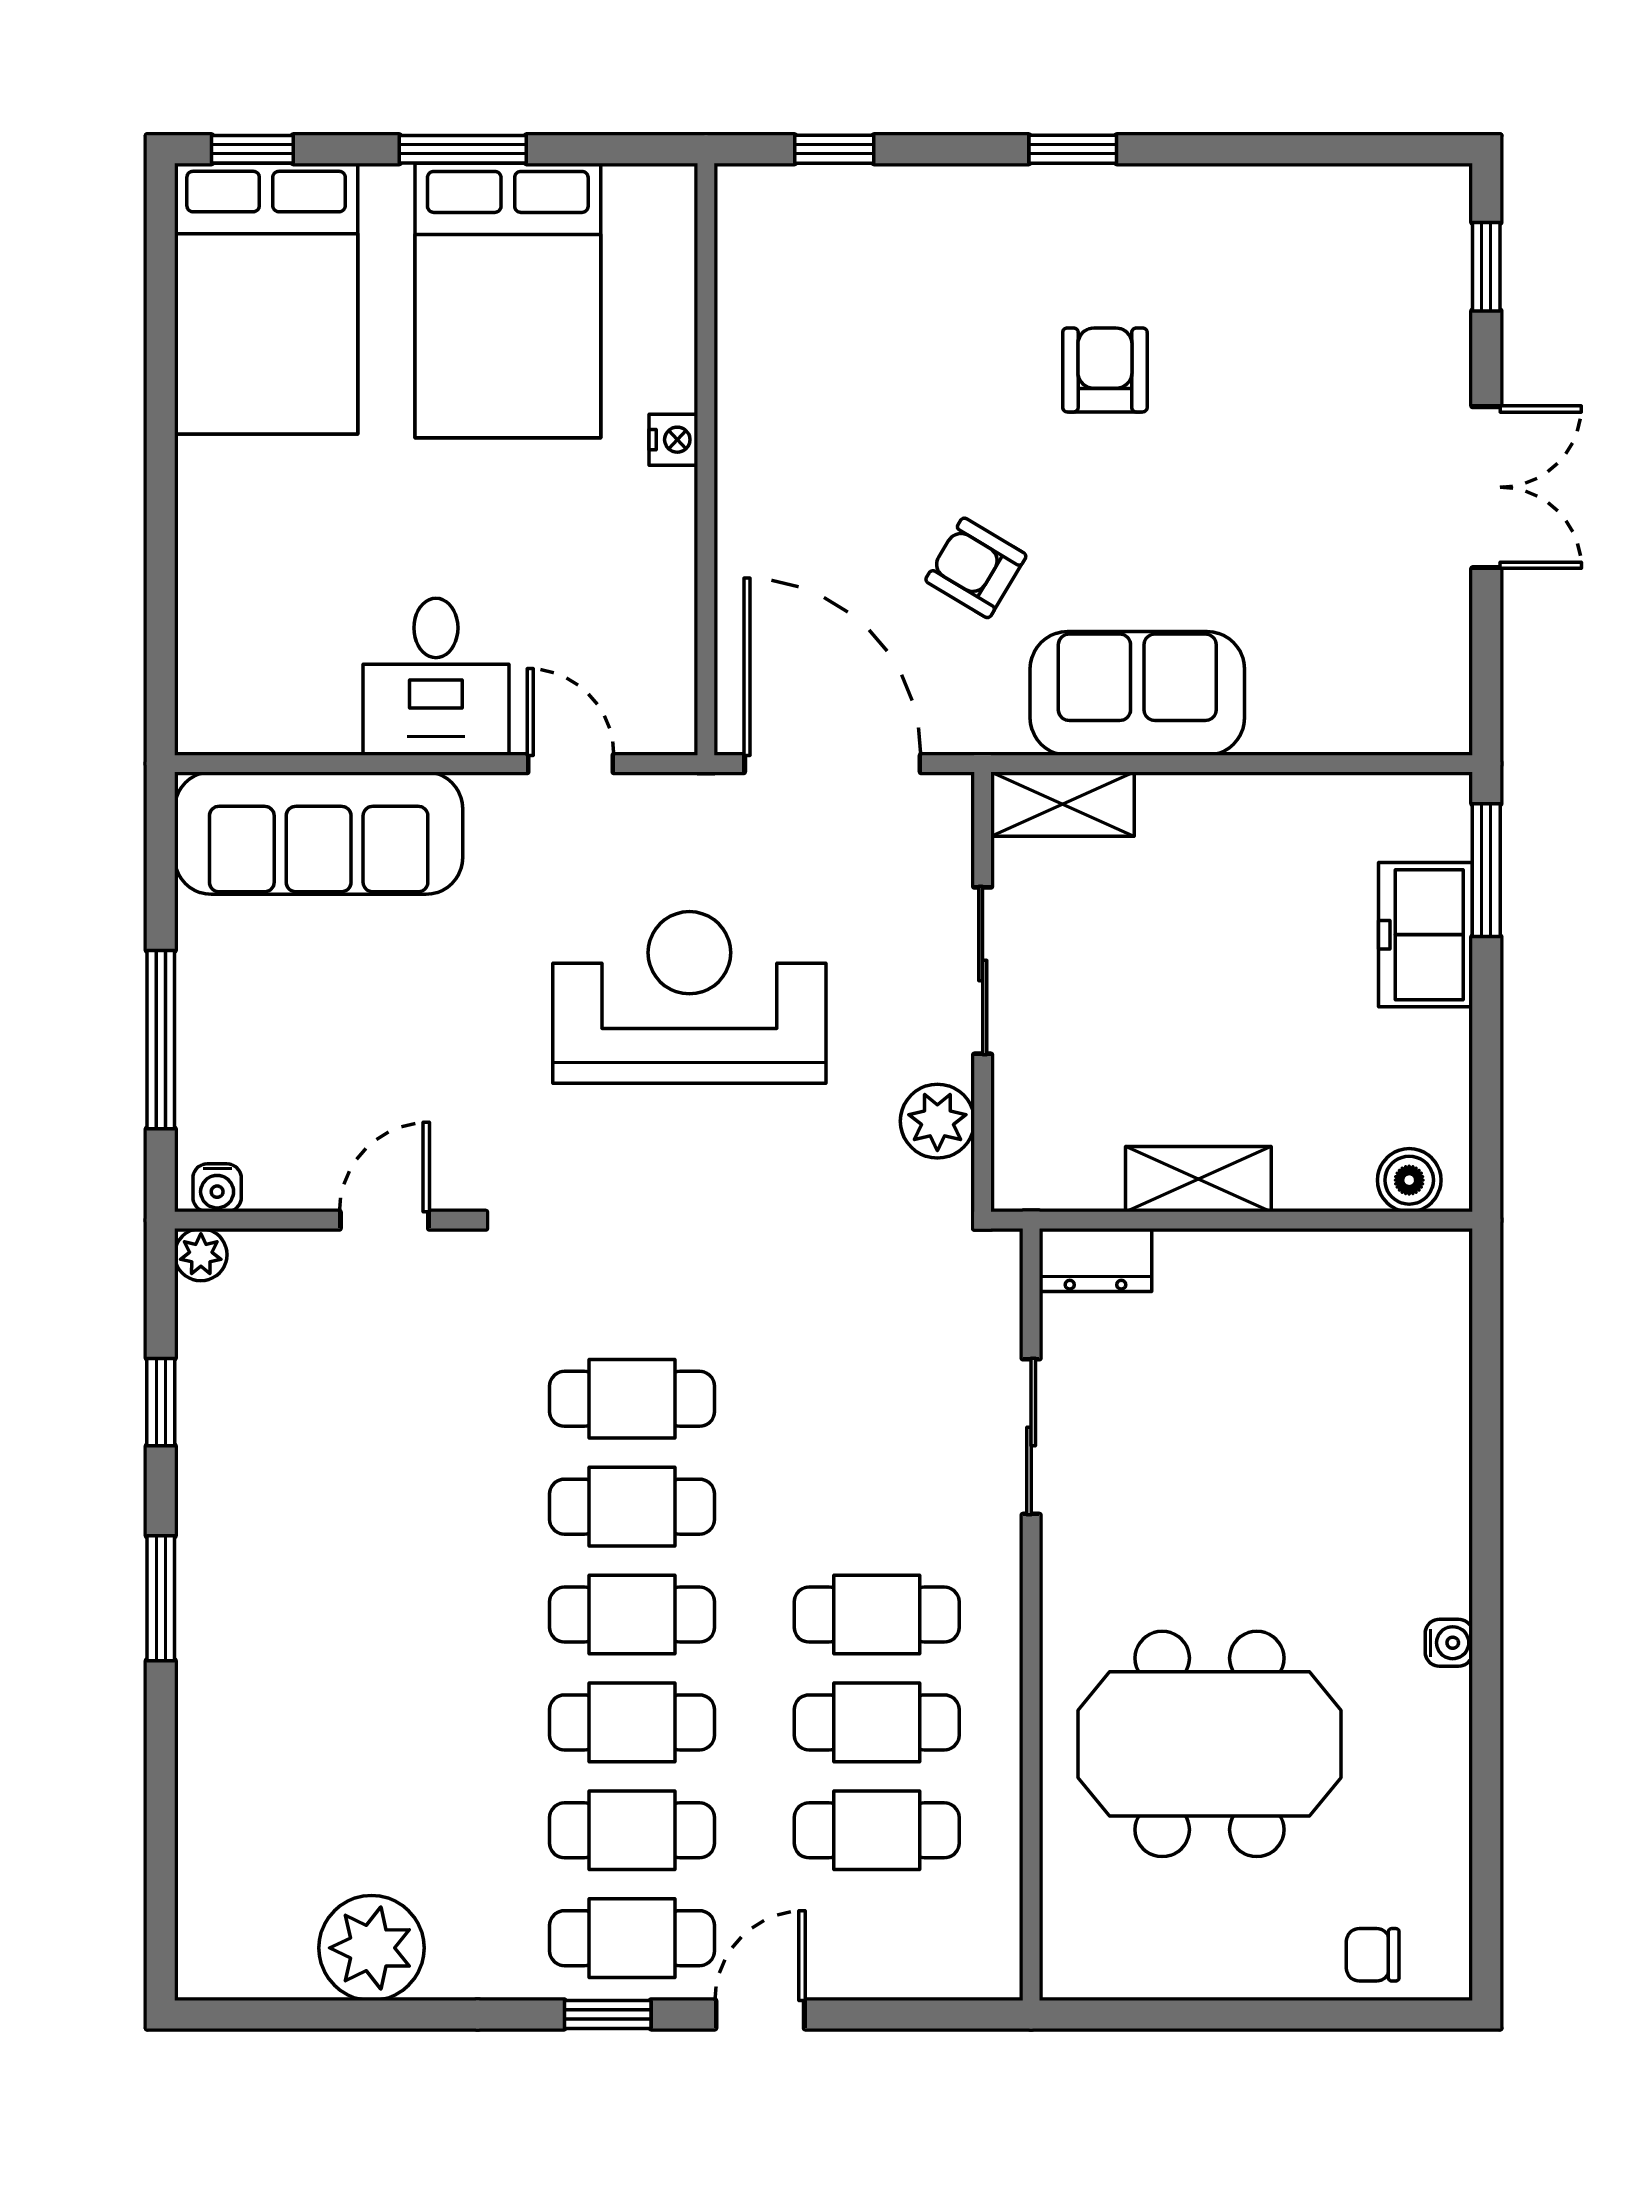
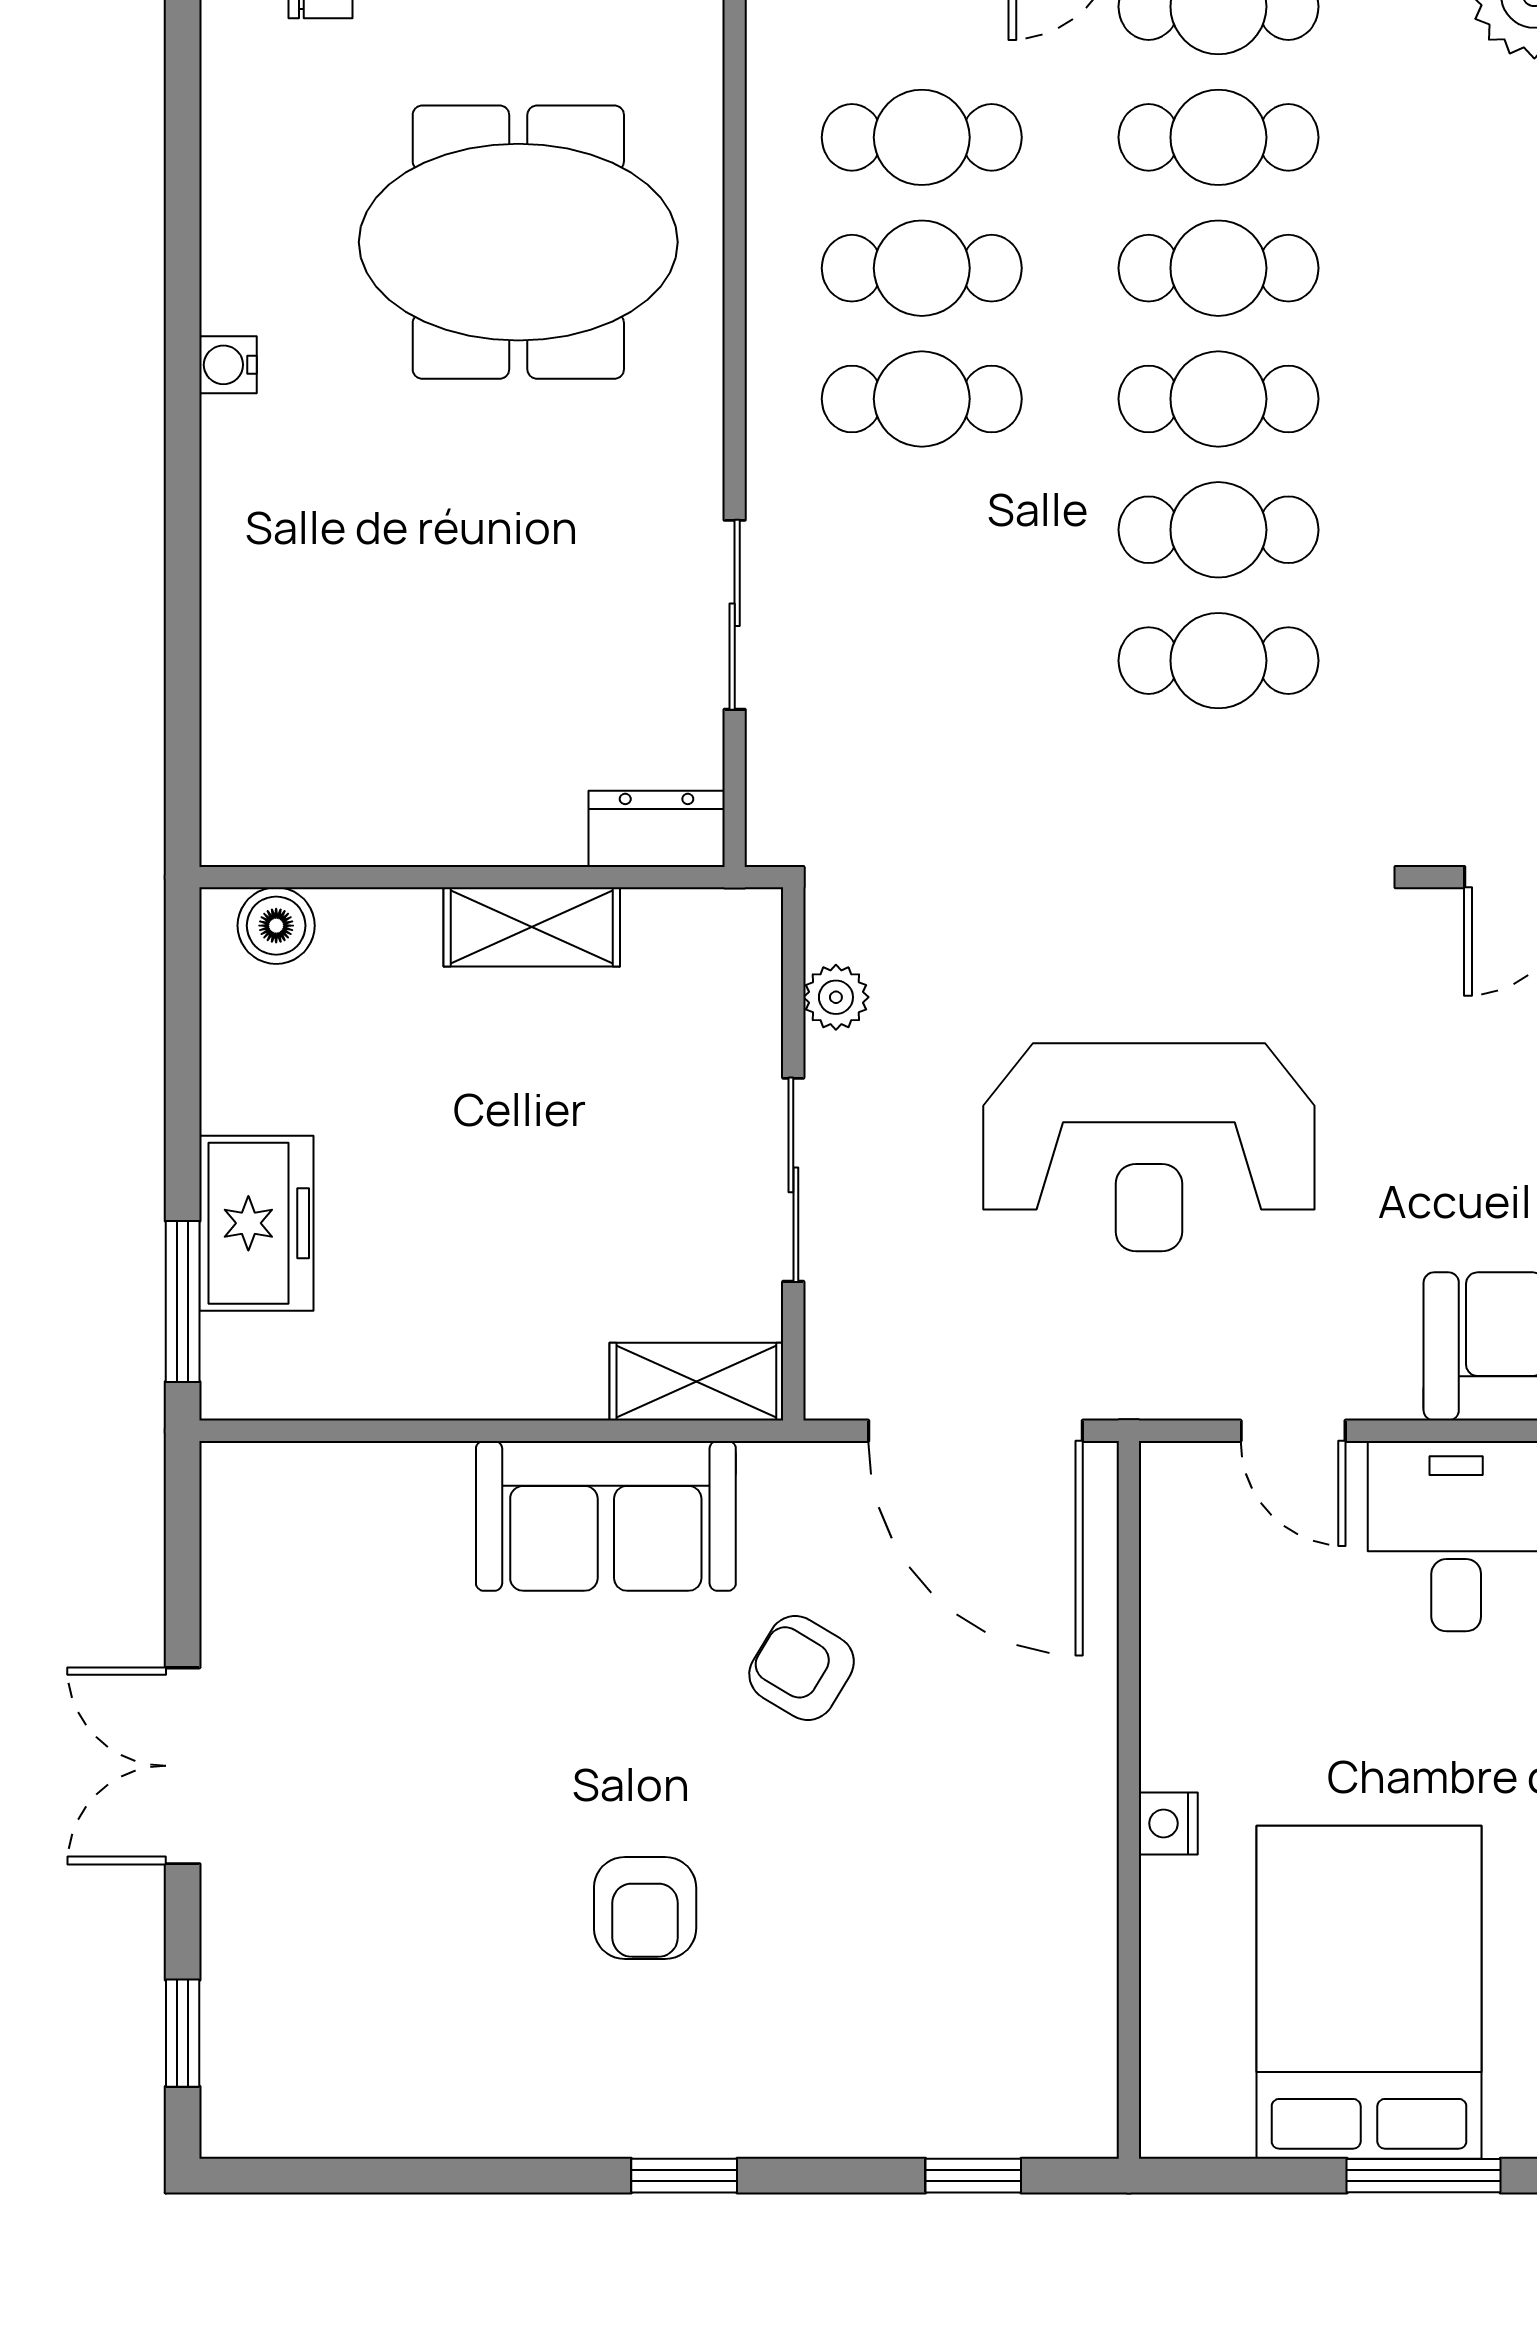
armchair: (976, 568) -> (802, 1668), turned 180
plant: (937, 1121) -> (836, 997), width x0.73, depth x0.73

